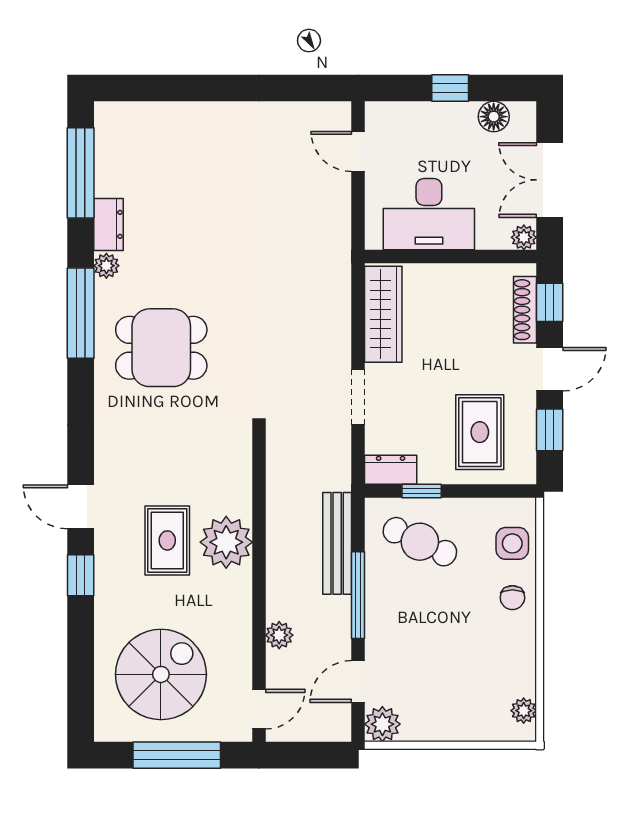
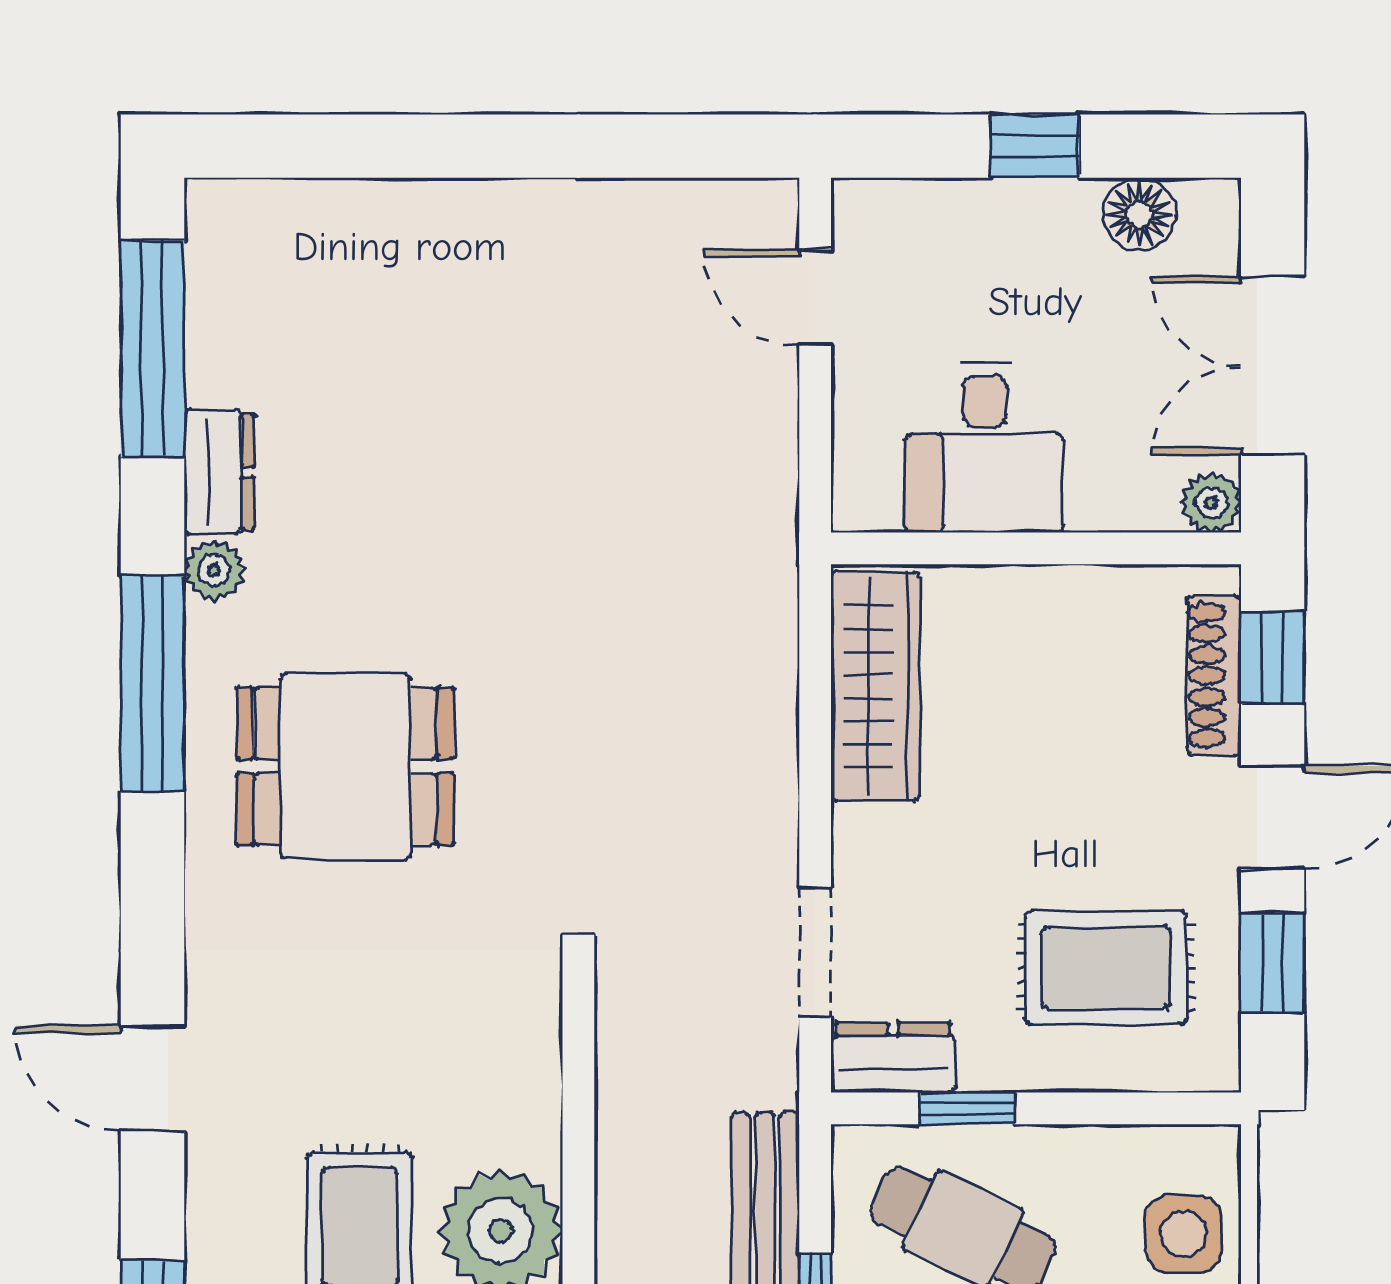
desk: (429, 214) -> (984, 447), width x0.73
doorway: (358, 397) -> (815, 952), moved
rug: (480, 432) -> (1106, 968), turned 90
door: (81, 507) -> (153, 1079), moved

